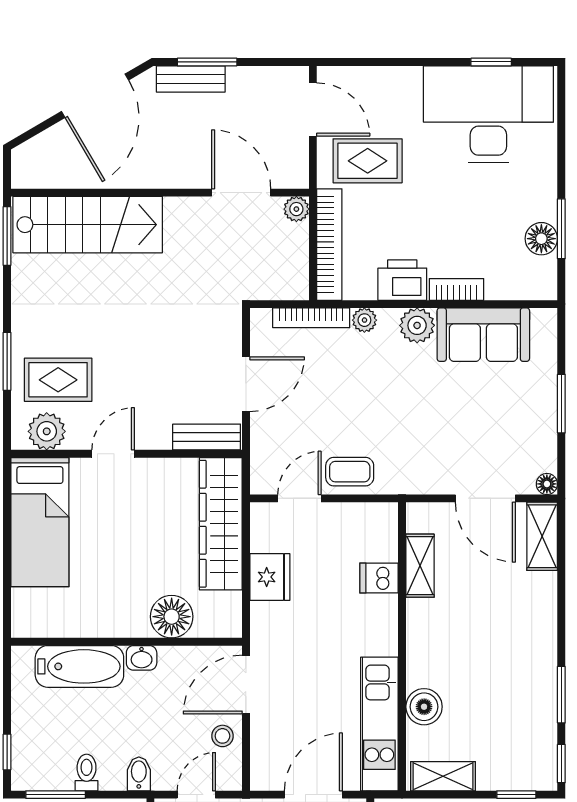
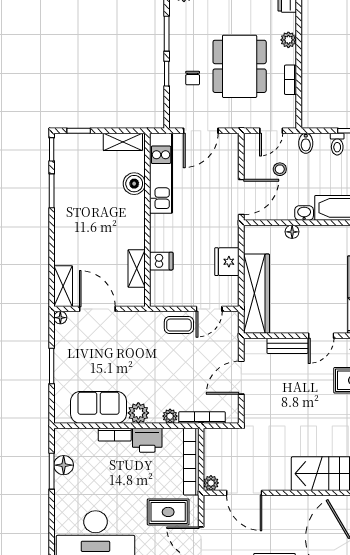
bench: (207, 437) -> (287, 346), moved
floor lamp: (172, 617) -> (292, 232), width x0.53, depth x0.53
stool: (222, 736) -> (280, 169), moved

